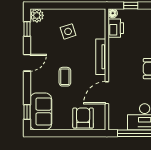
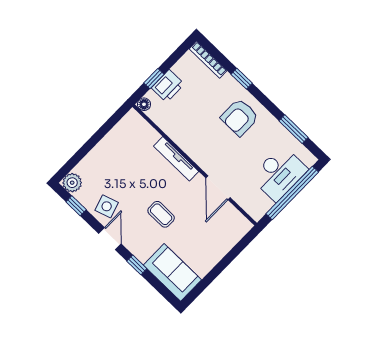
printer: (116, 28) -> (168, 86), moved, turned 90
side table: (68, 31) -> (107, 206), moved
window: (27, 112) -> (137, 265), moved
armchair: (83, 118) -> (220, 236), removed

